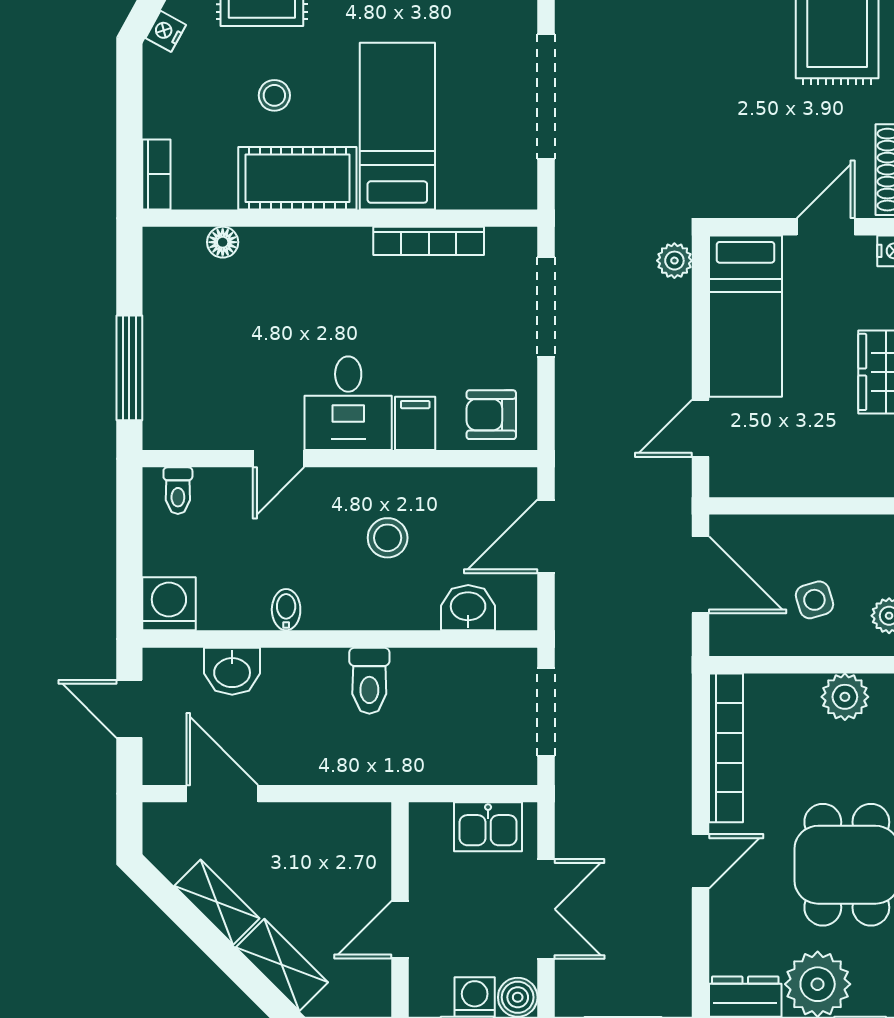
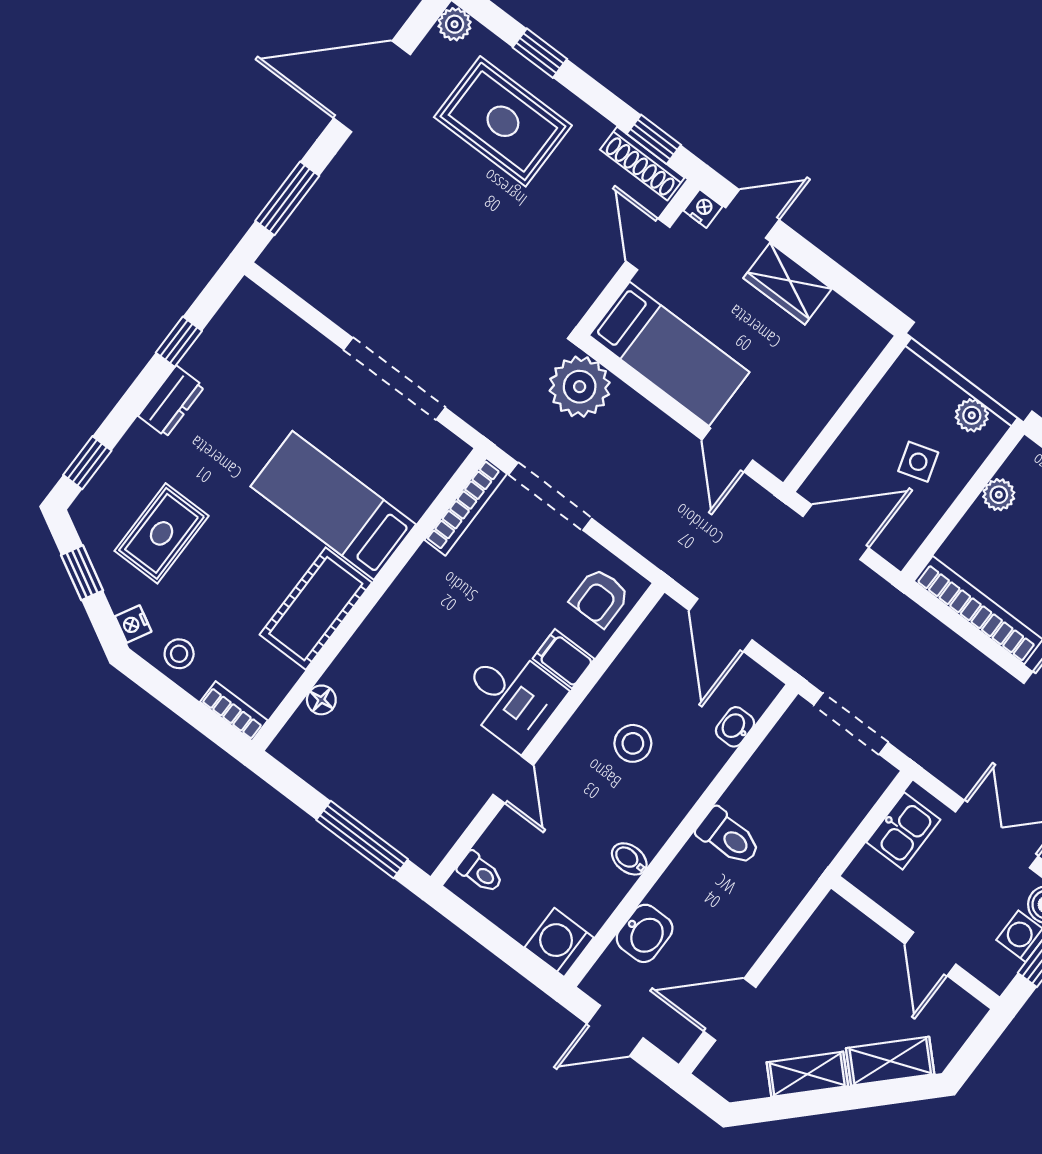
stool: (274, 95) -> (179, 654), moved
bookcase: (429, 241) -> (466, 507), moved
plant: (674, 261) -> (580, 387), width x1.88, depth x1.88
washbasin: (468, 608) -> (735, 727), width x0.72, depth x0.69
plant: (845, 697) -> (999, 495), width x0.73, depth x0.73

